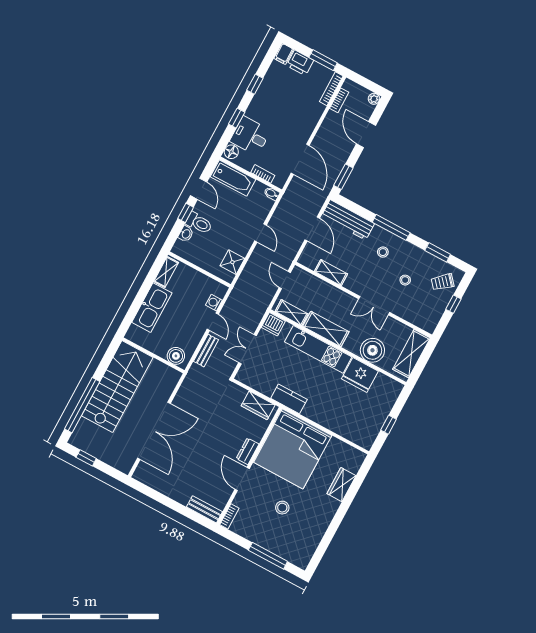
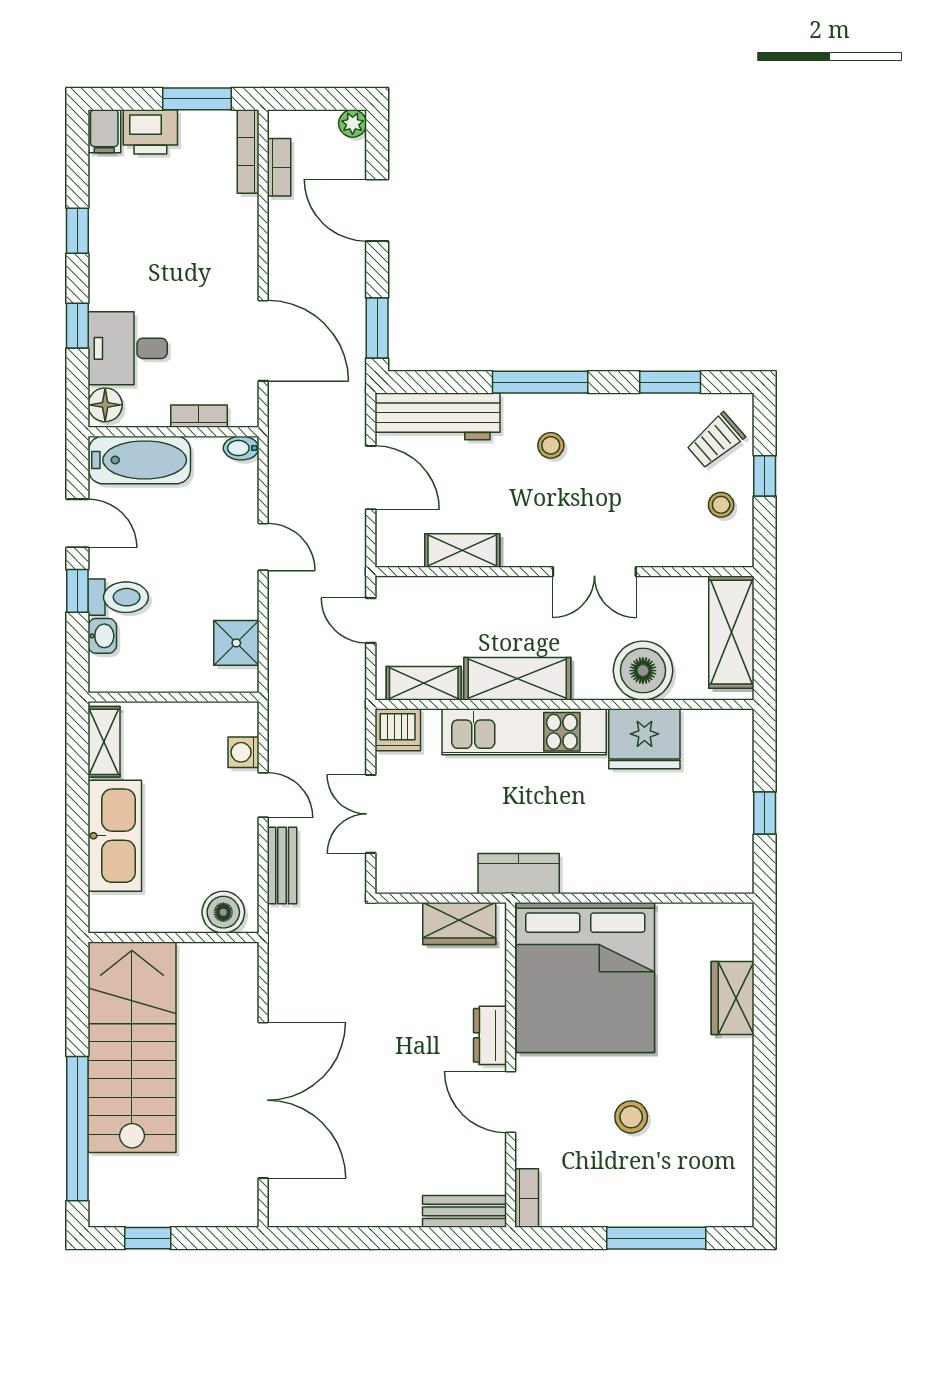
stool: (405, 280) -> (721, 505), moved

